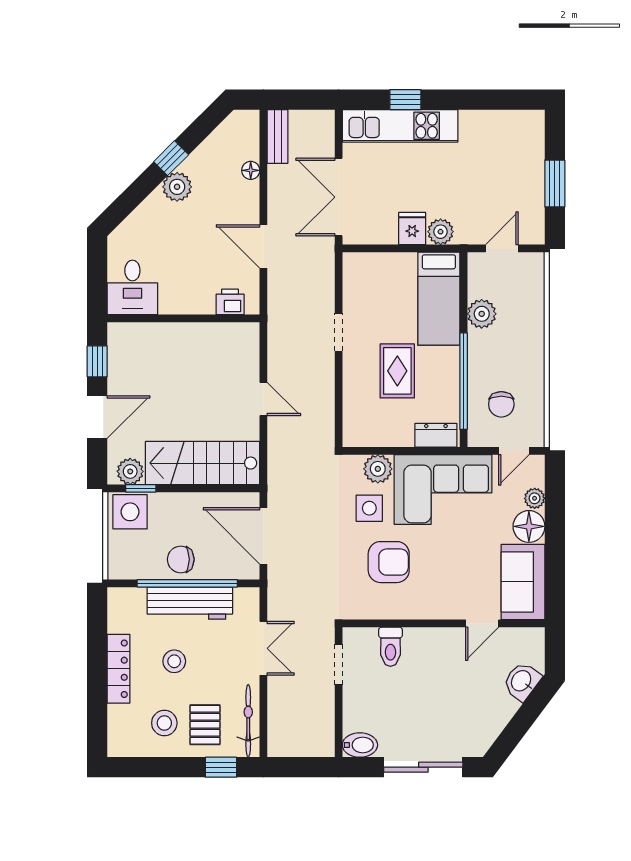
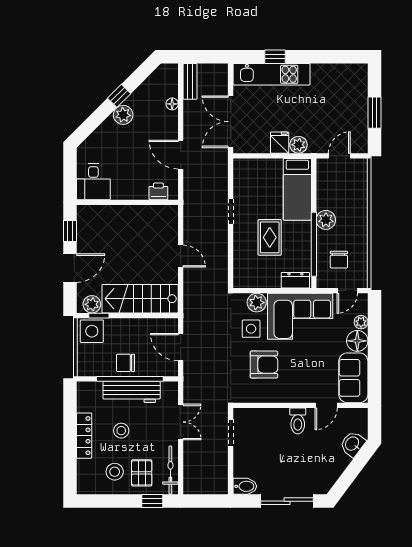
plant: (482, 314) -> (326, 220), moved
door: (263, 536) -> (181, 347), width x0.73
toilet: (390, 647) -> (298, 421), moved

